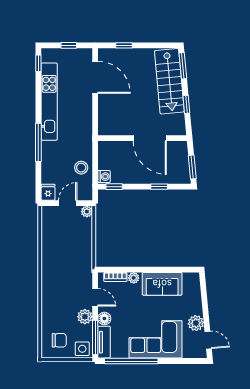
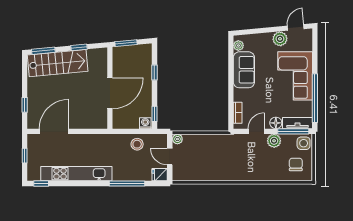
door: (150, 138) -> (110, 93), moved
window: (38, 142) -> (127, 184), moved
window: (192, 167) -> (126, 43), moved
plant: (134, 278) -> (238, 45), moved

